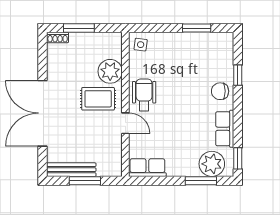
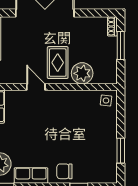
chair: (220, 91) -> (64, 171), turned -90
wheelchair: (144, 95) -> (61, 104), removed
door: (125, 123) -> (36, 87), swing flipped

